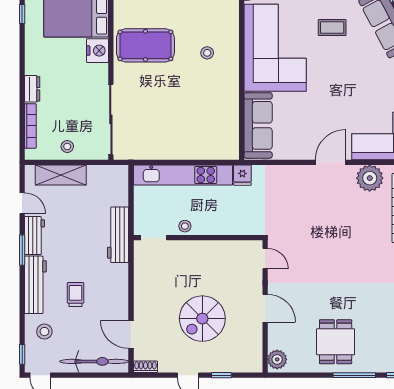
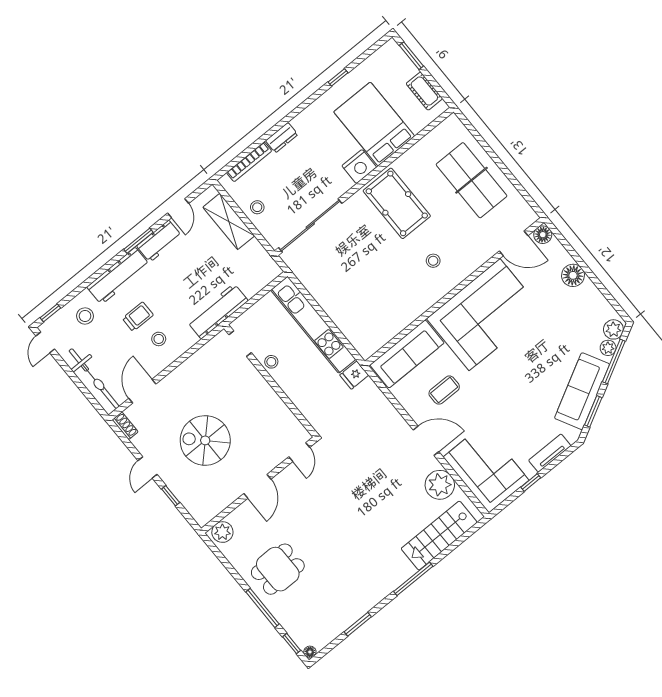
coffee table: (332, 28) -> (444, 390), moved, turned 90
stool: (103, 293) -> (159, 339), added

